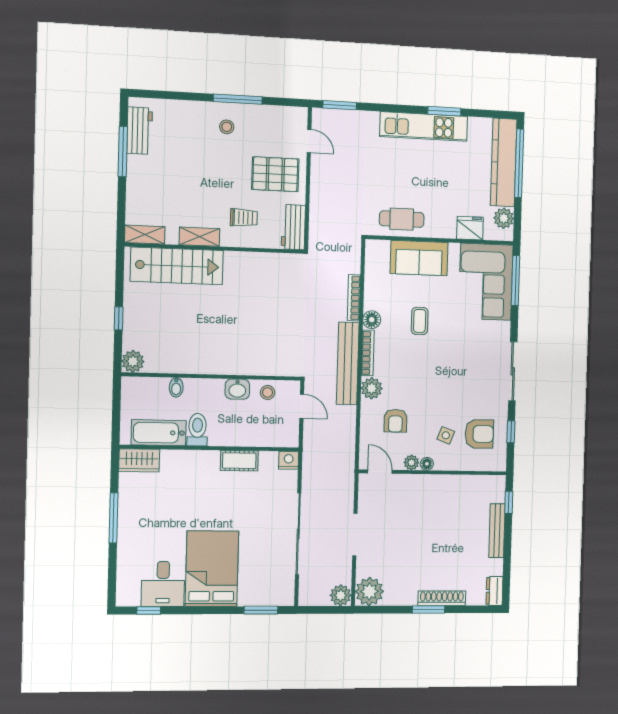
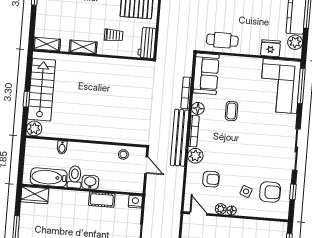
sofa: (419, 258) -> (206, 74), moved, turned -90
stairs: (177, 266) -> (41, 90), moved, turned -90
washbasin: (237, 389) -> (90, 182), moved, turned 180
armchair: (395, 421) -> (211, 179), turned -90

